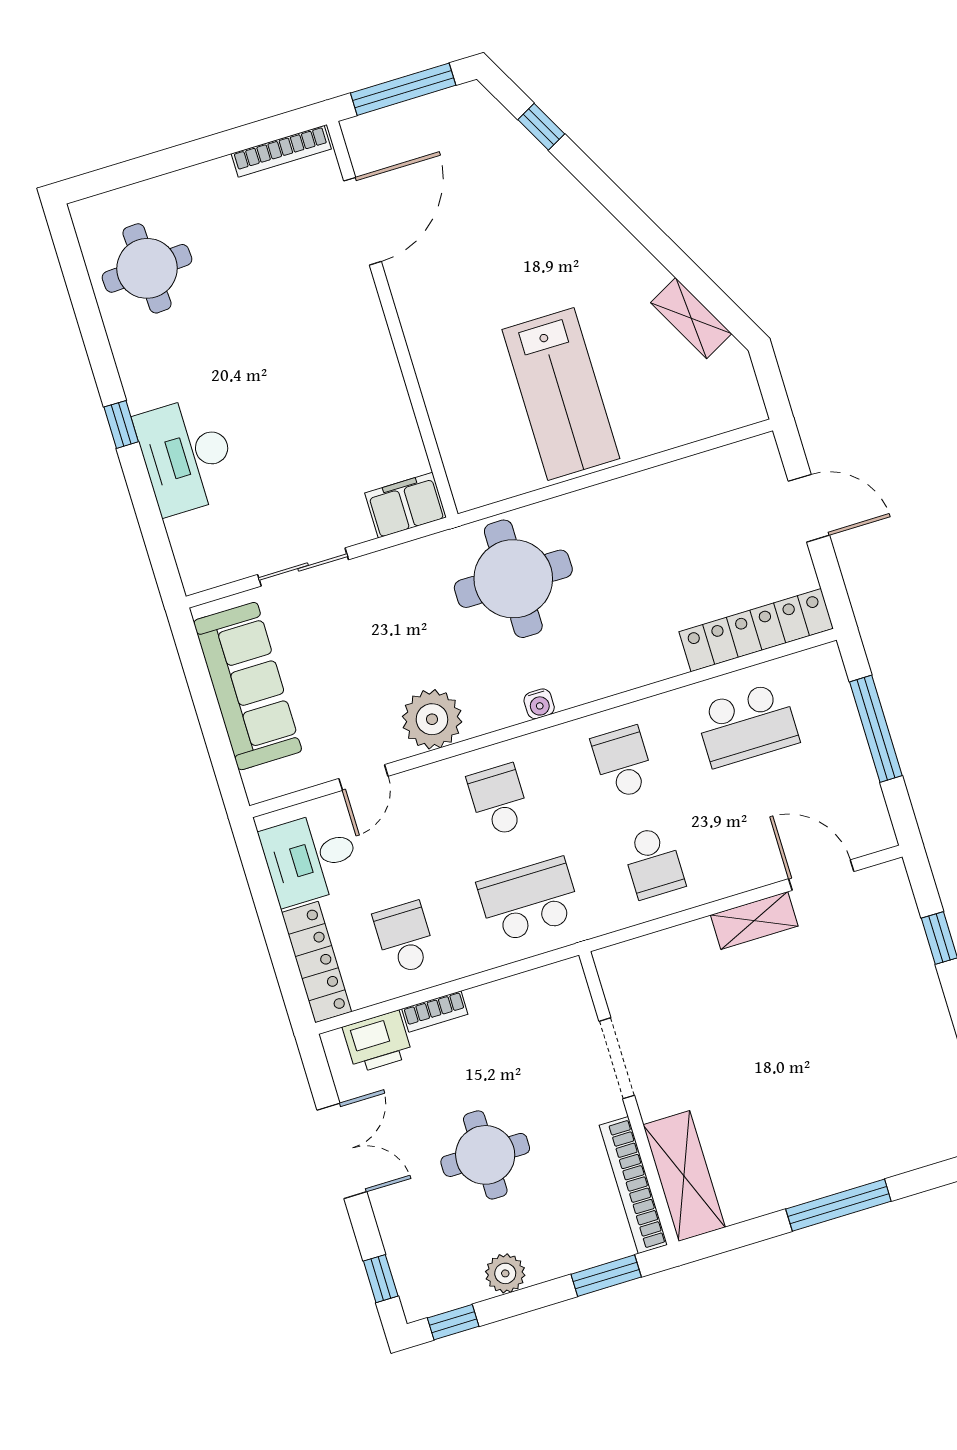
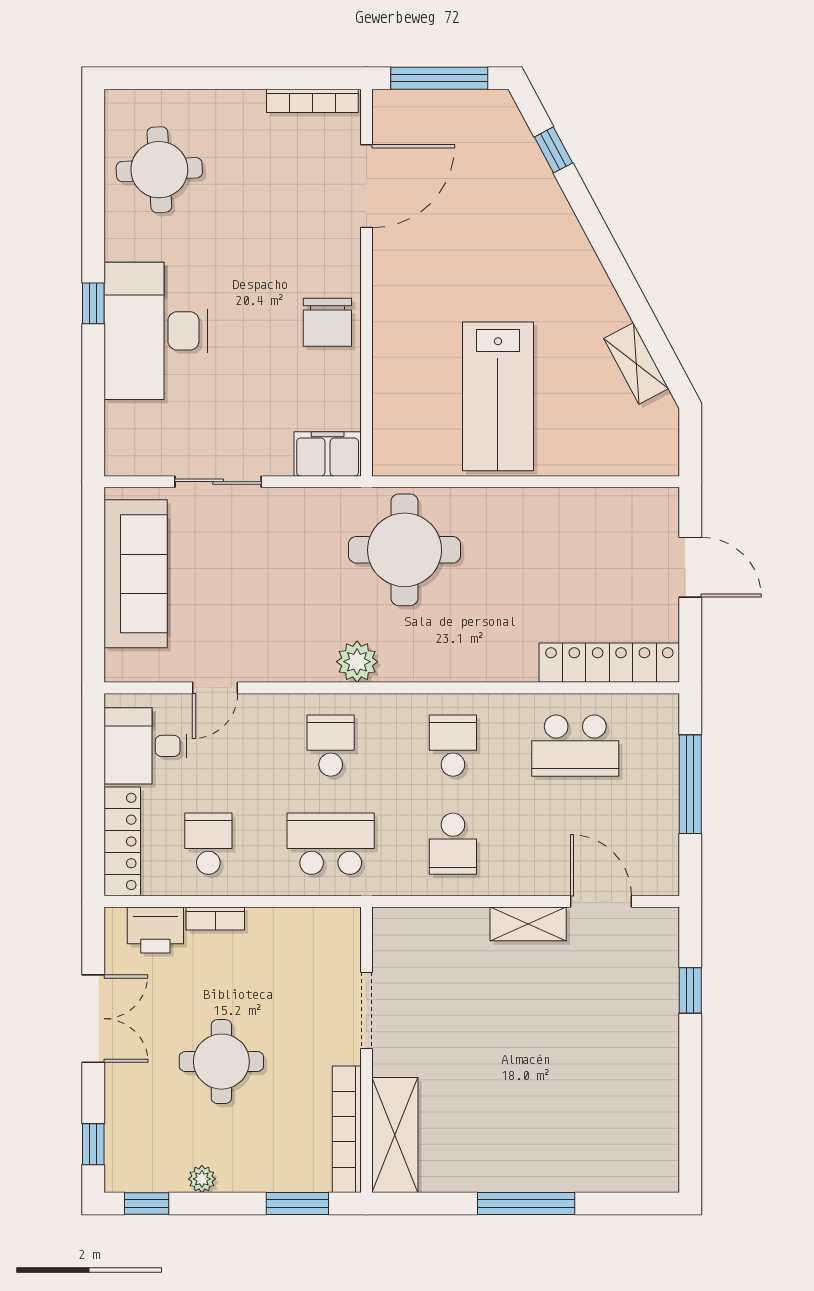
chair: (365, 372) -> (327, 322), added
desk: (187, 456) -> (156, 331), width x1.36, depth x1.30
water cooler: (539, 704) -> (394, 670), removed
plant: (432, 719) -> (357, 662), moved, width x0.73, depth x0.73
plant: (505, 1273) -> (202, 1179), width x0.73, depth x0.73

